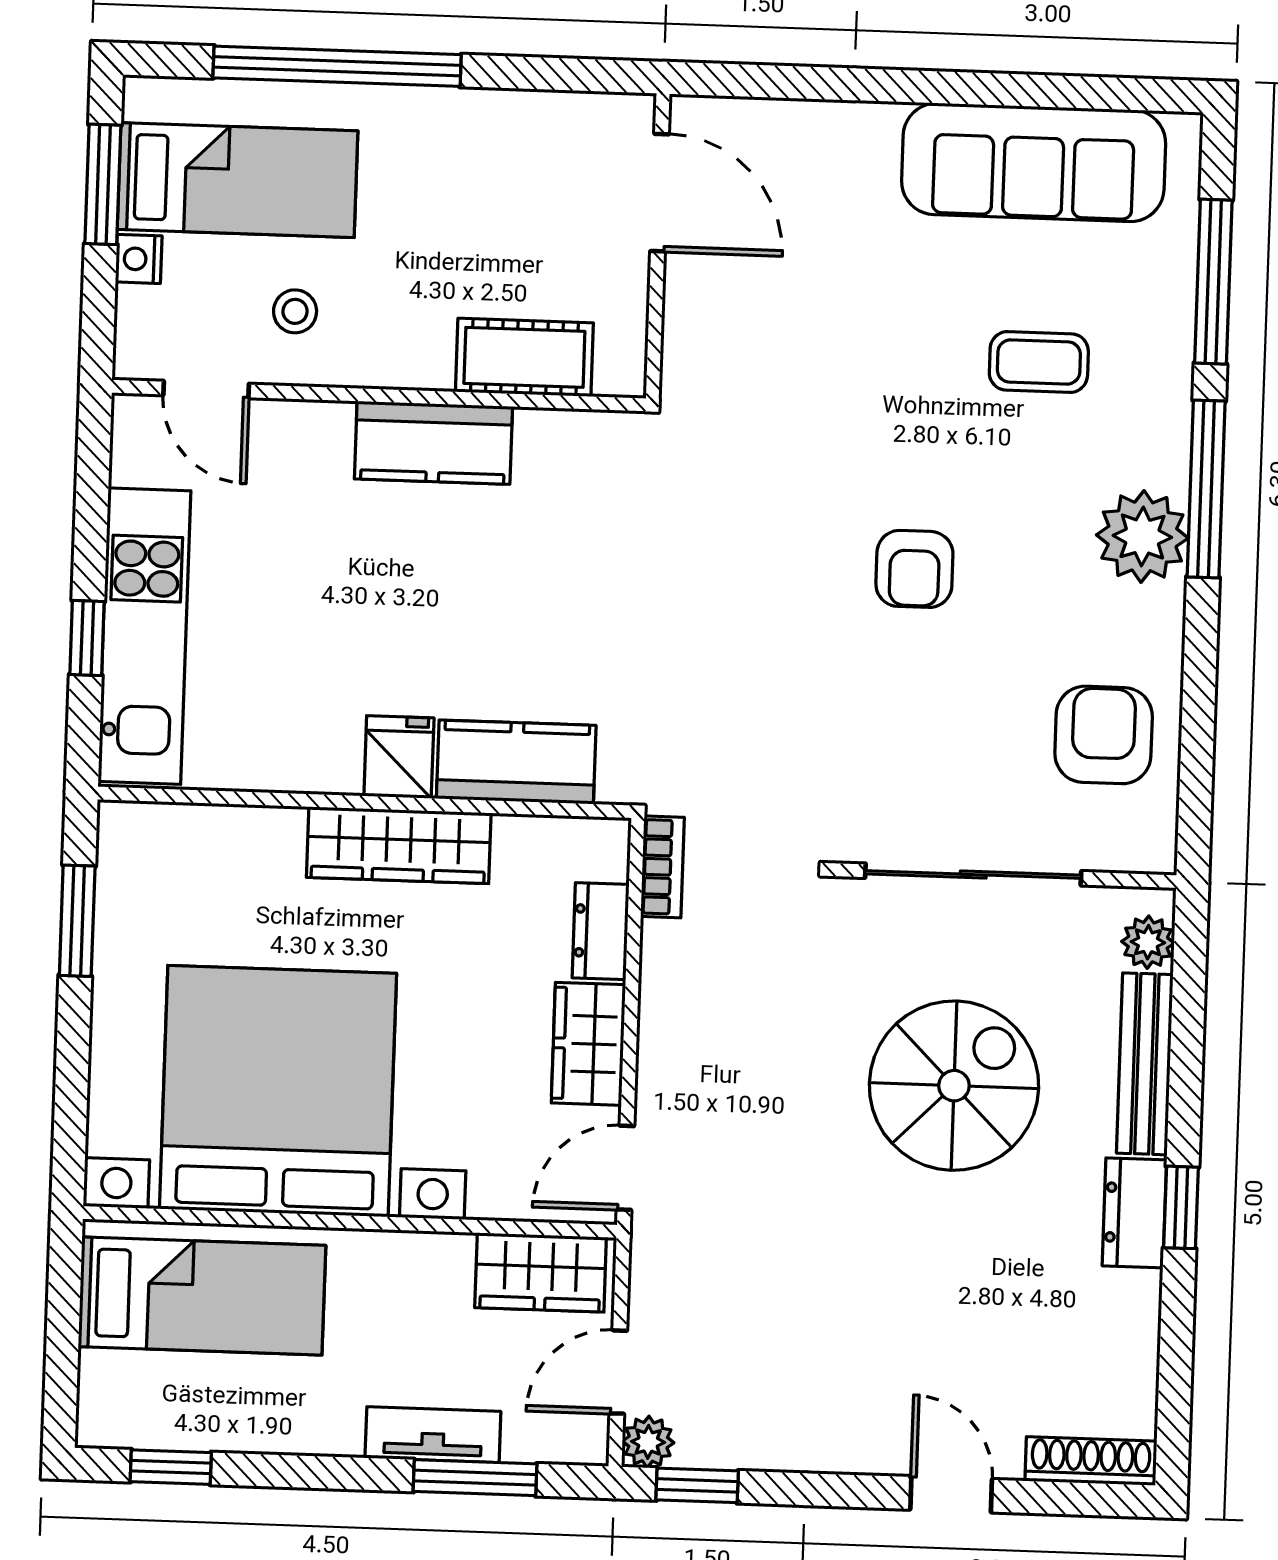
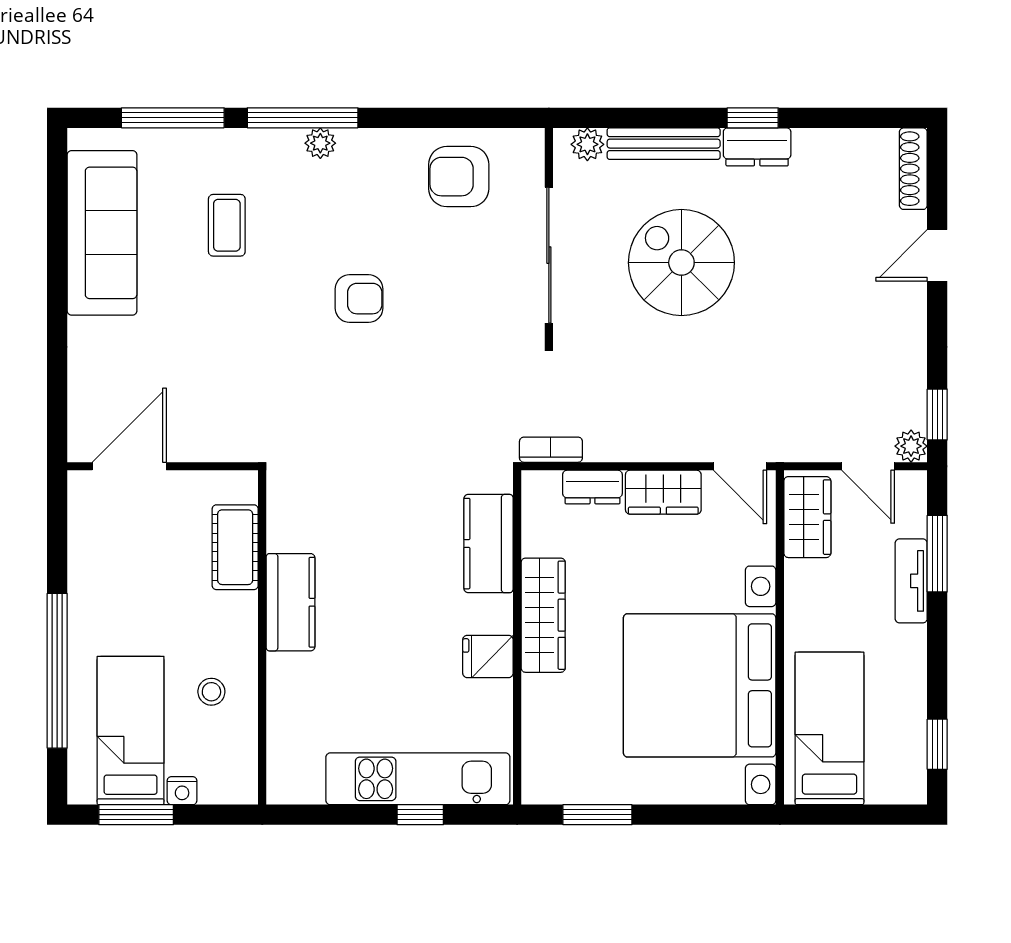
door: (206, 389) -> (262, 746), removed
plant: (1142, 536) -> (320, 143), width x0.53, depth x0.53
fridge: (399, 757) -> (488, 656), moved

